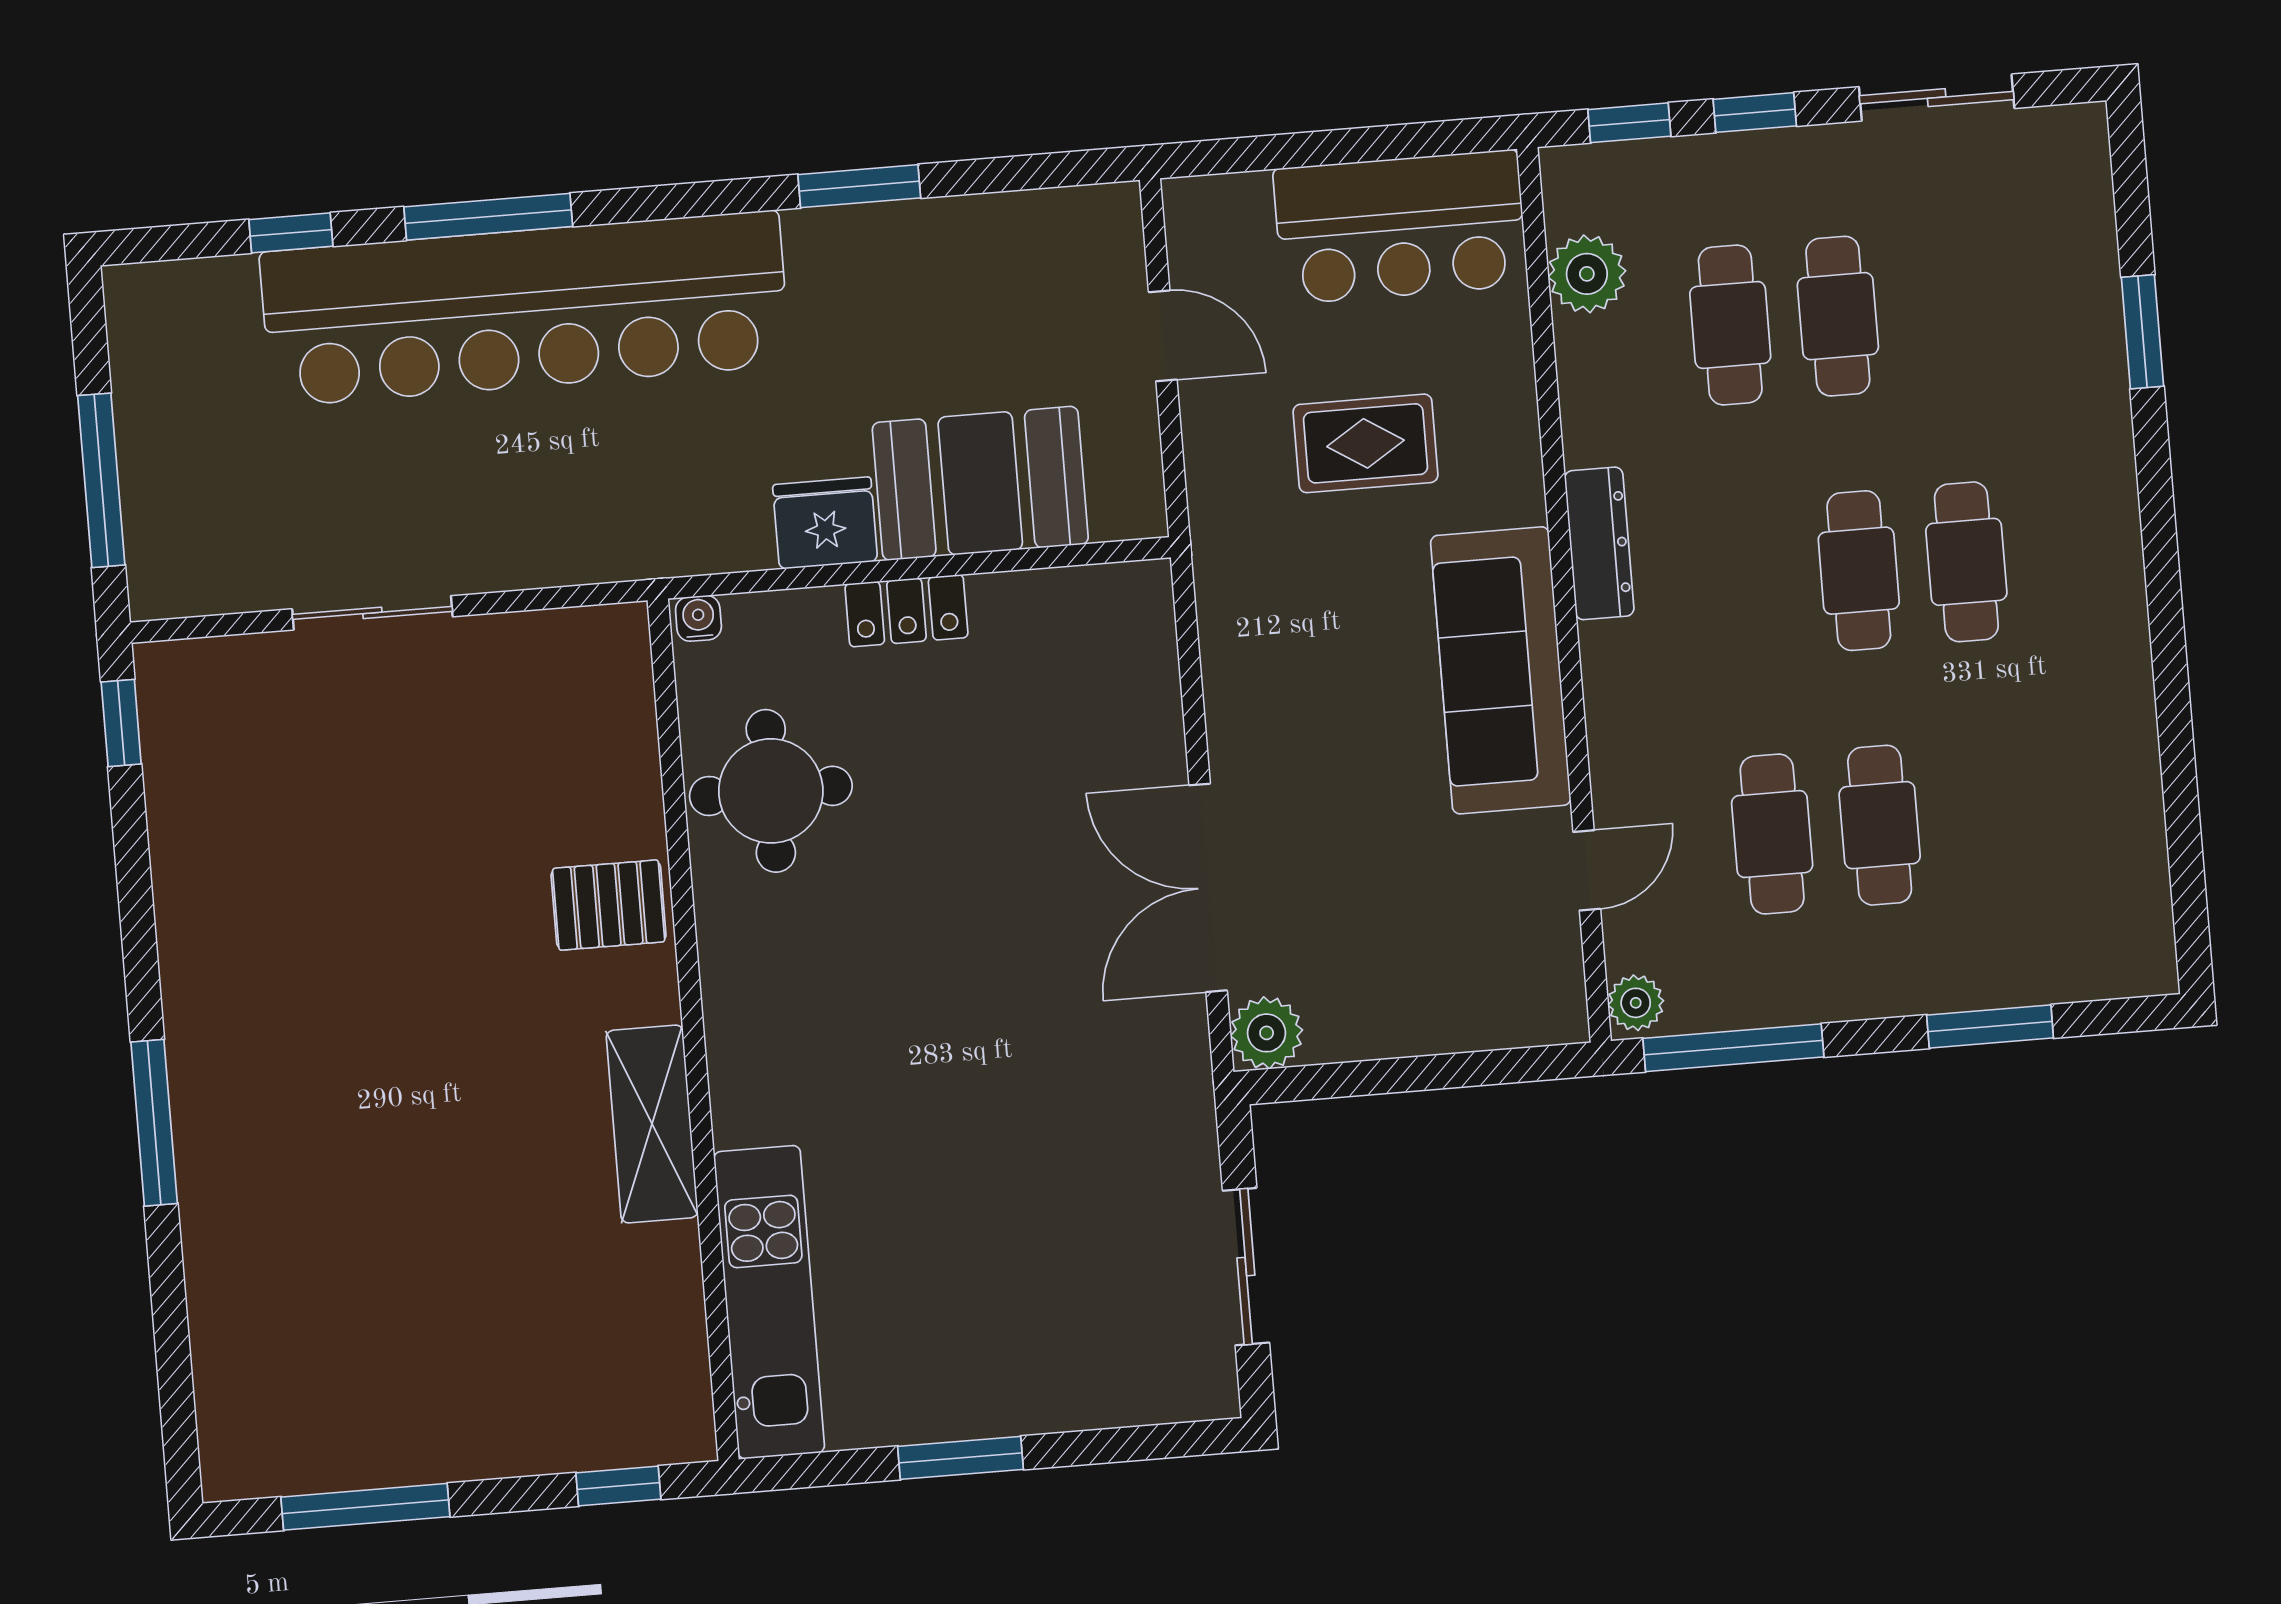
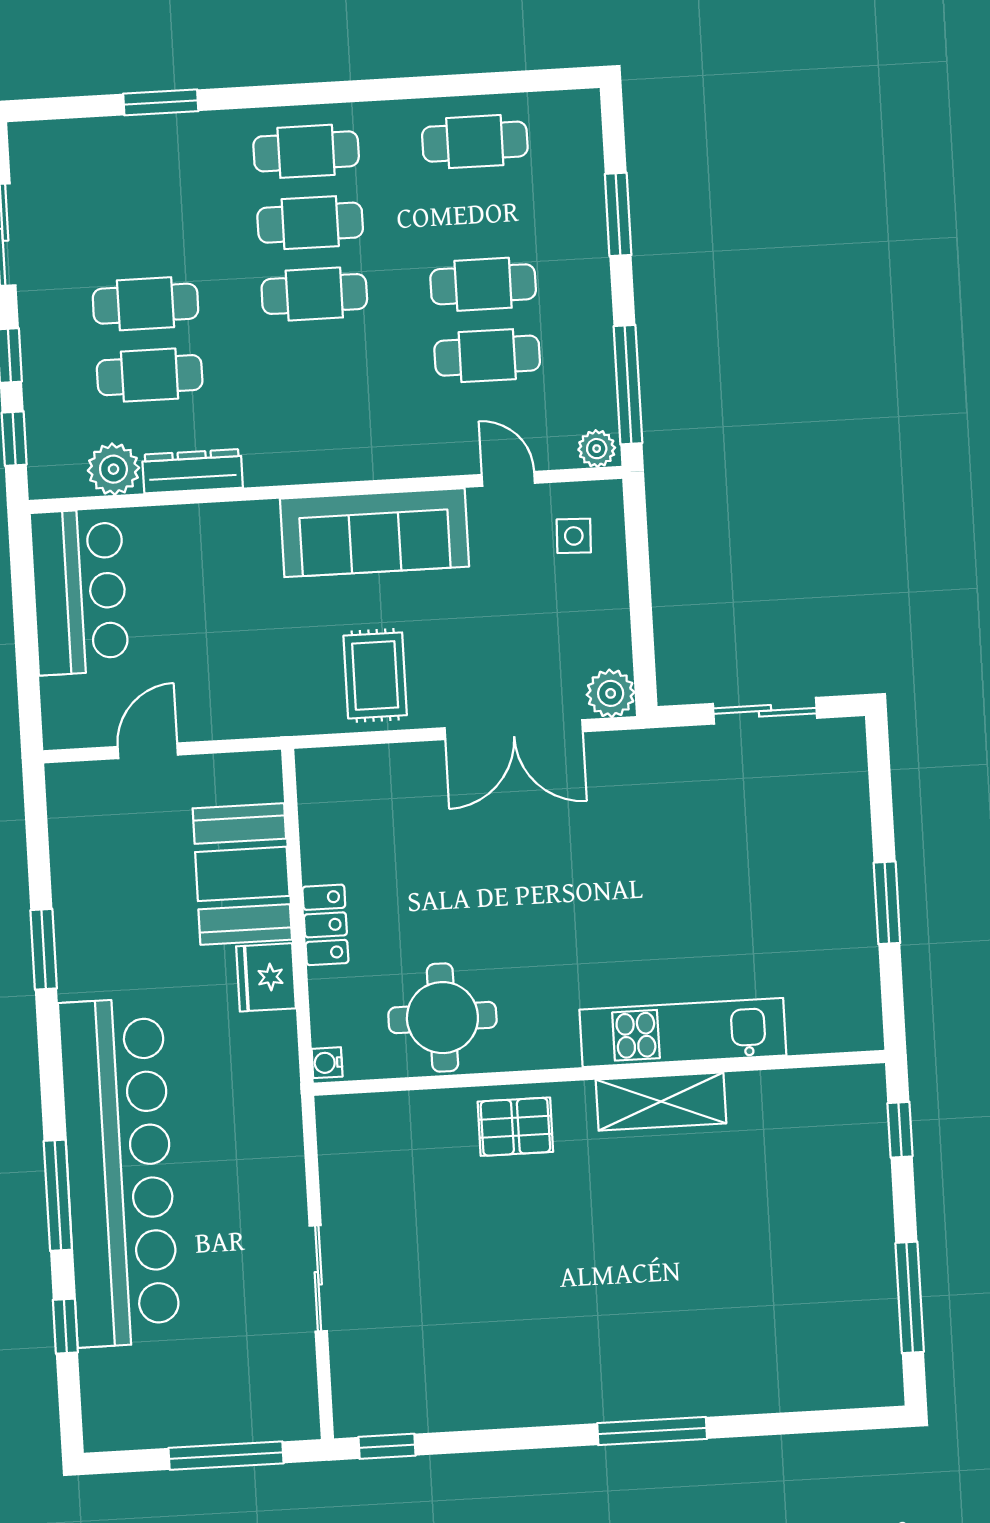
rug: (1365, 443) -> (375, 675), moved
dresser: (1599, 543) -> (193, 471), moved
cafe table: (2074, 553) -> (306, 151), added
cafe table: (2095, 807) -> (475, 142), added
pallet: (609, 905) -> (515, 1127), turned 90
side table: (1503, 972) -> (574, 536), added
kitchen unit: (769, 1302) -> (683, 1033), moved

